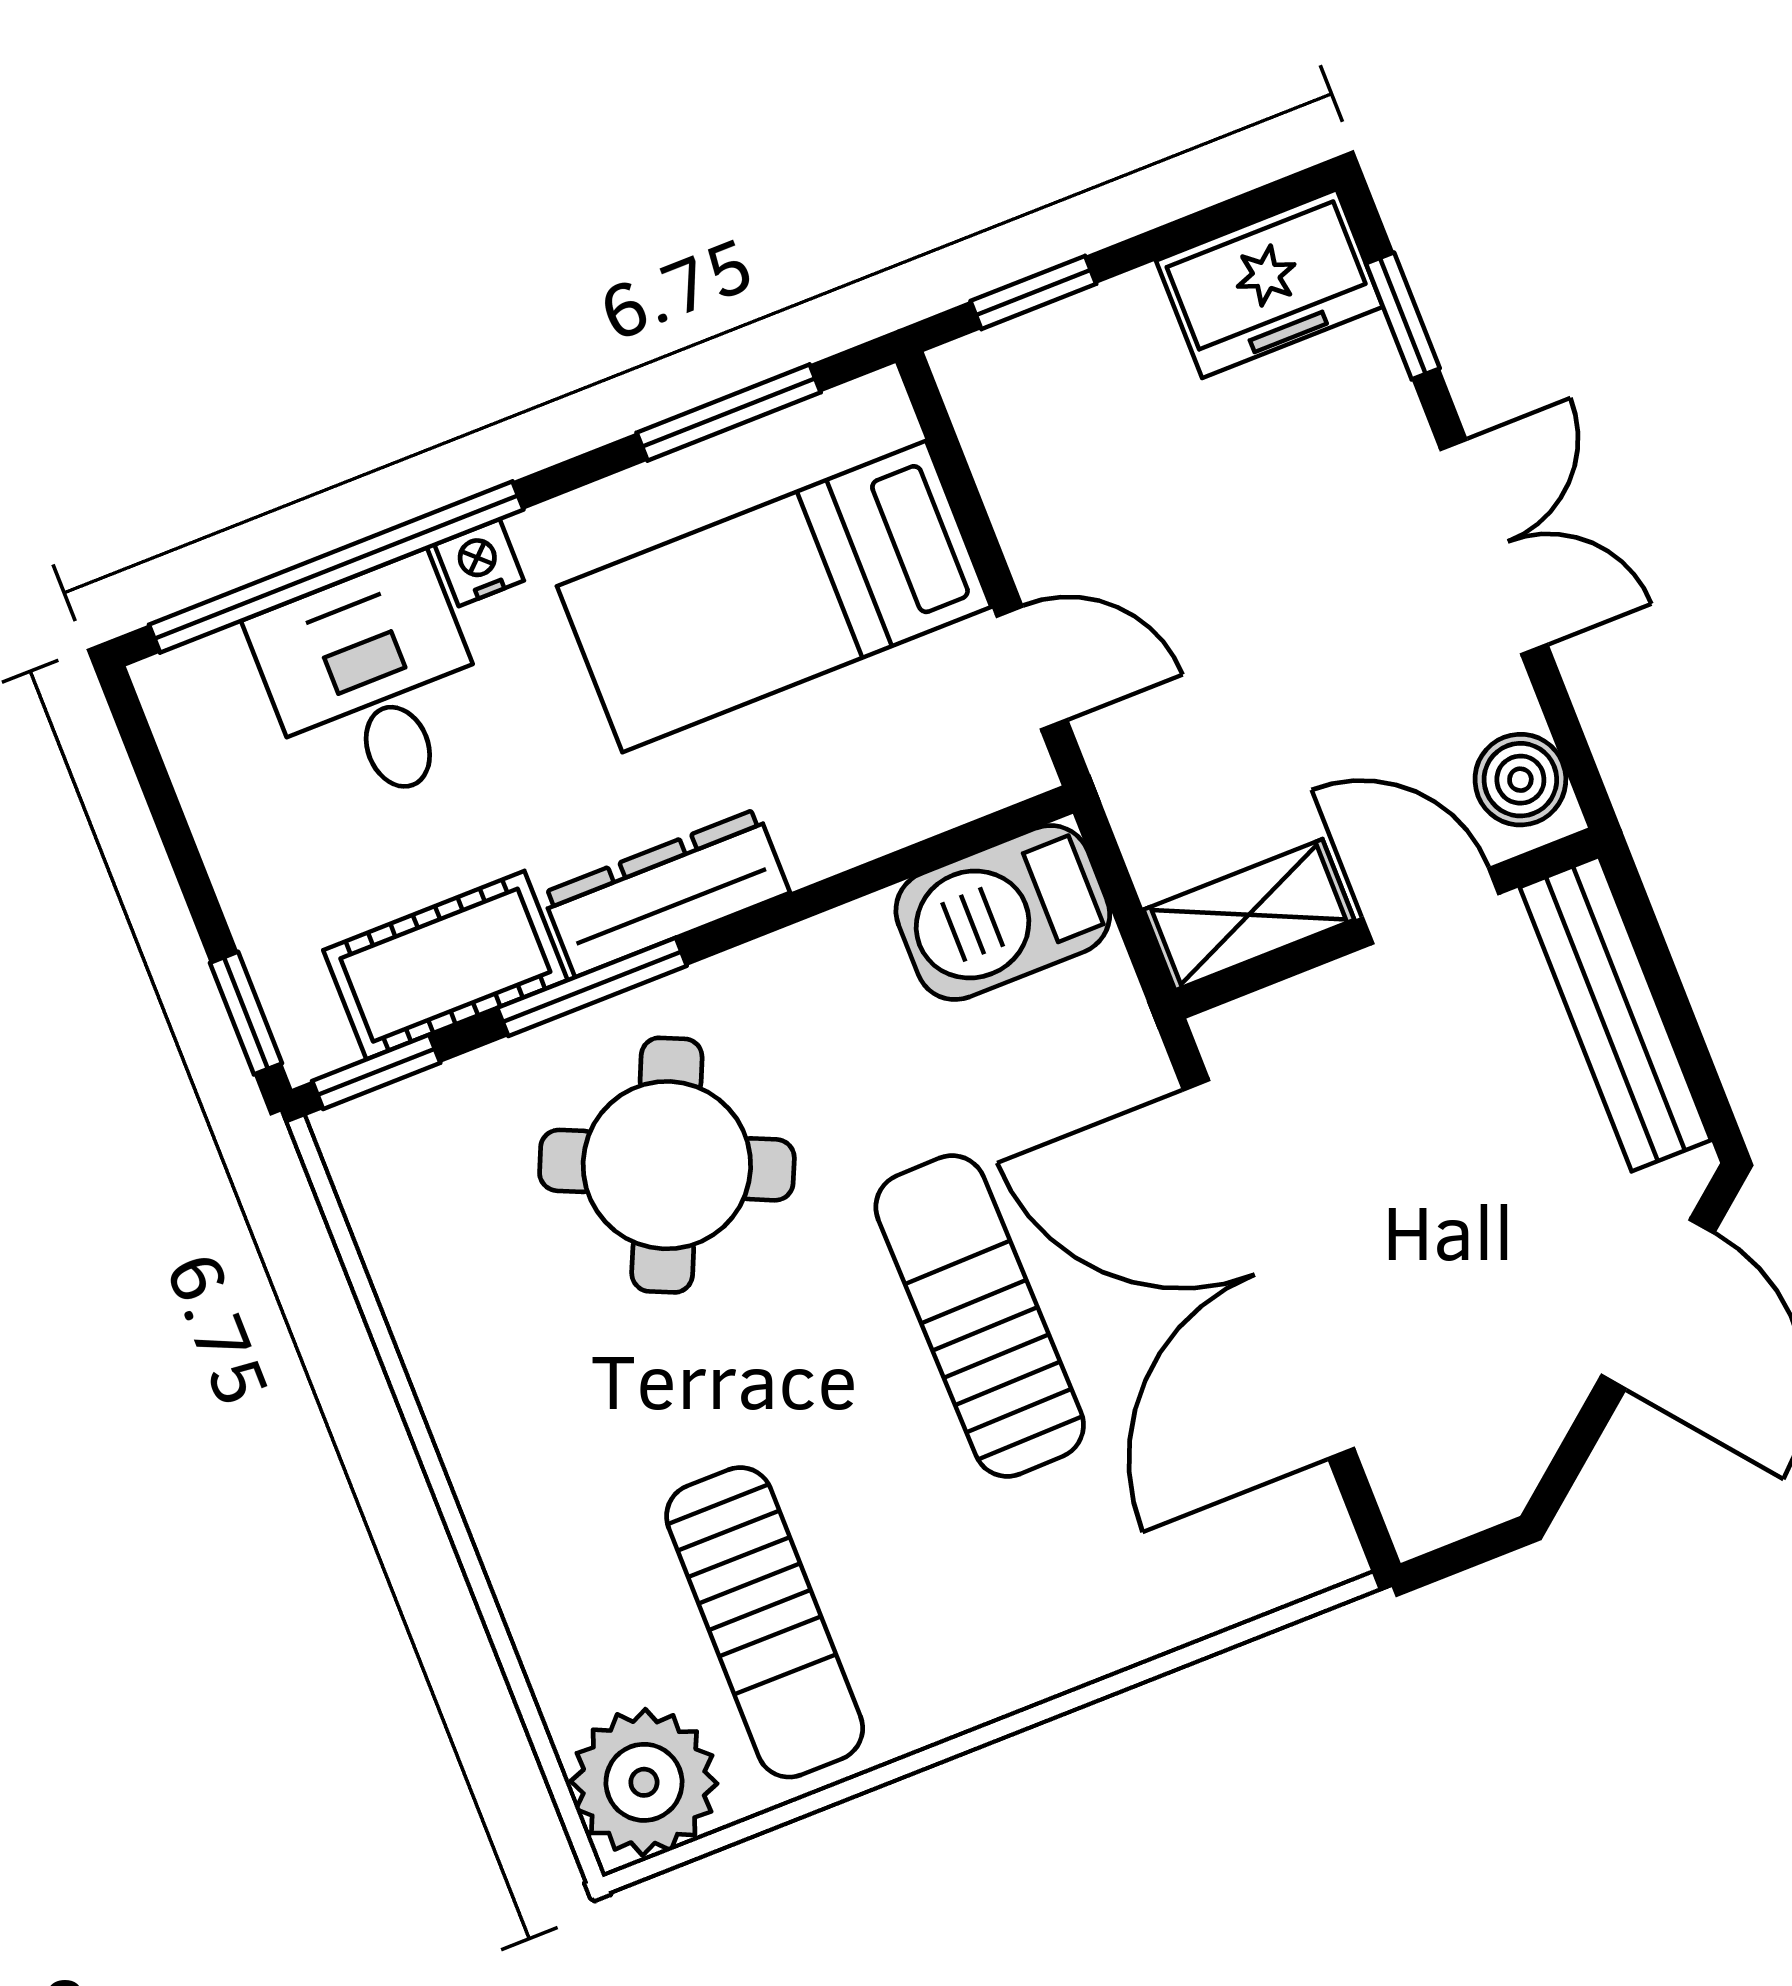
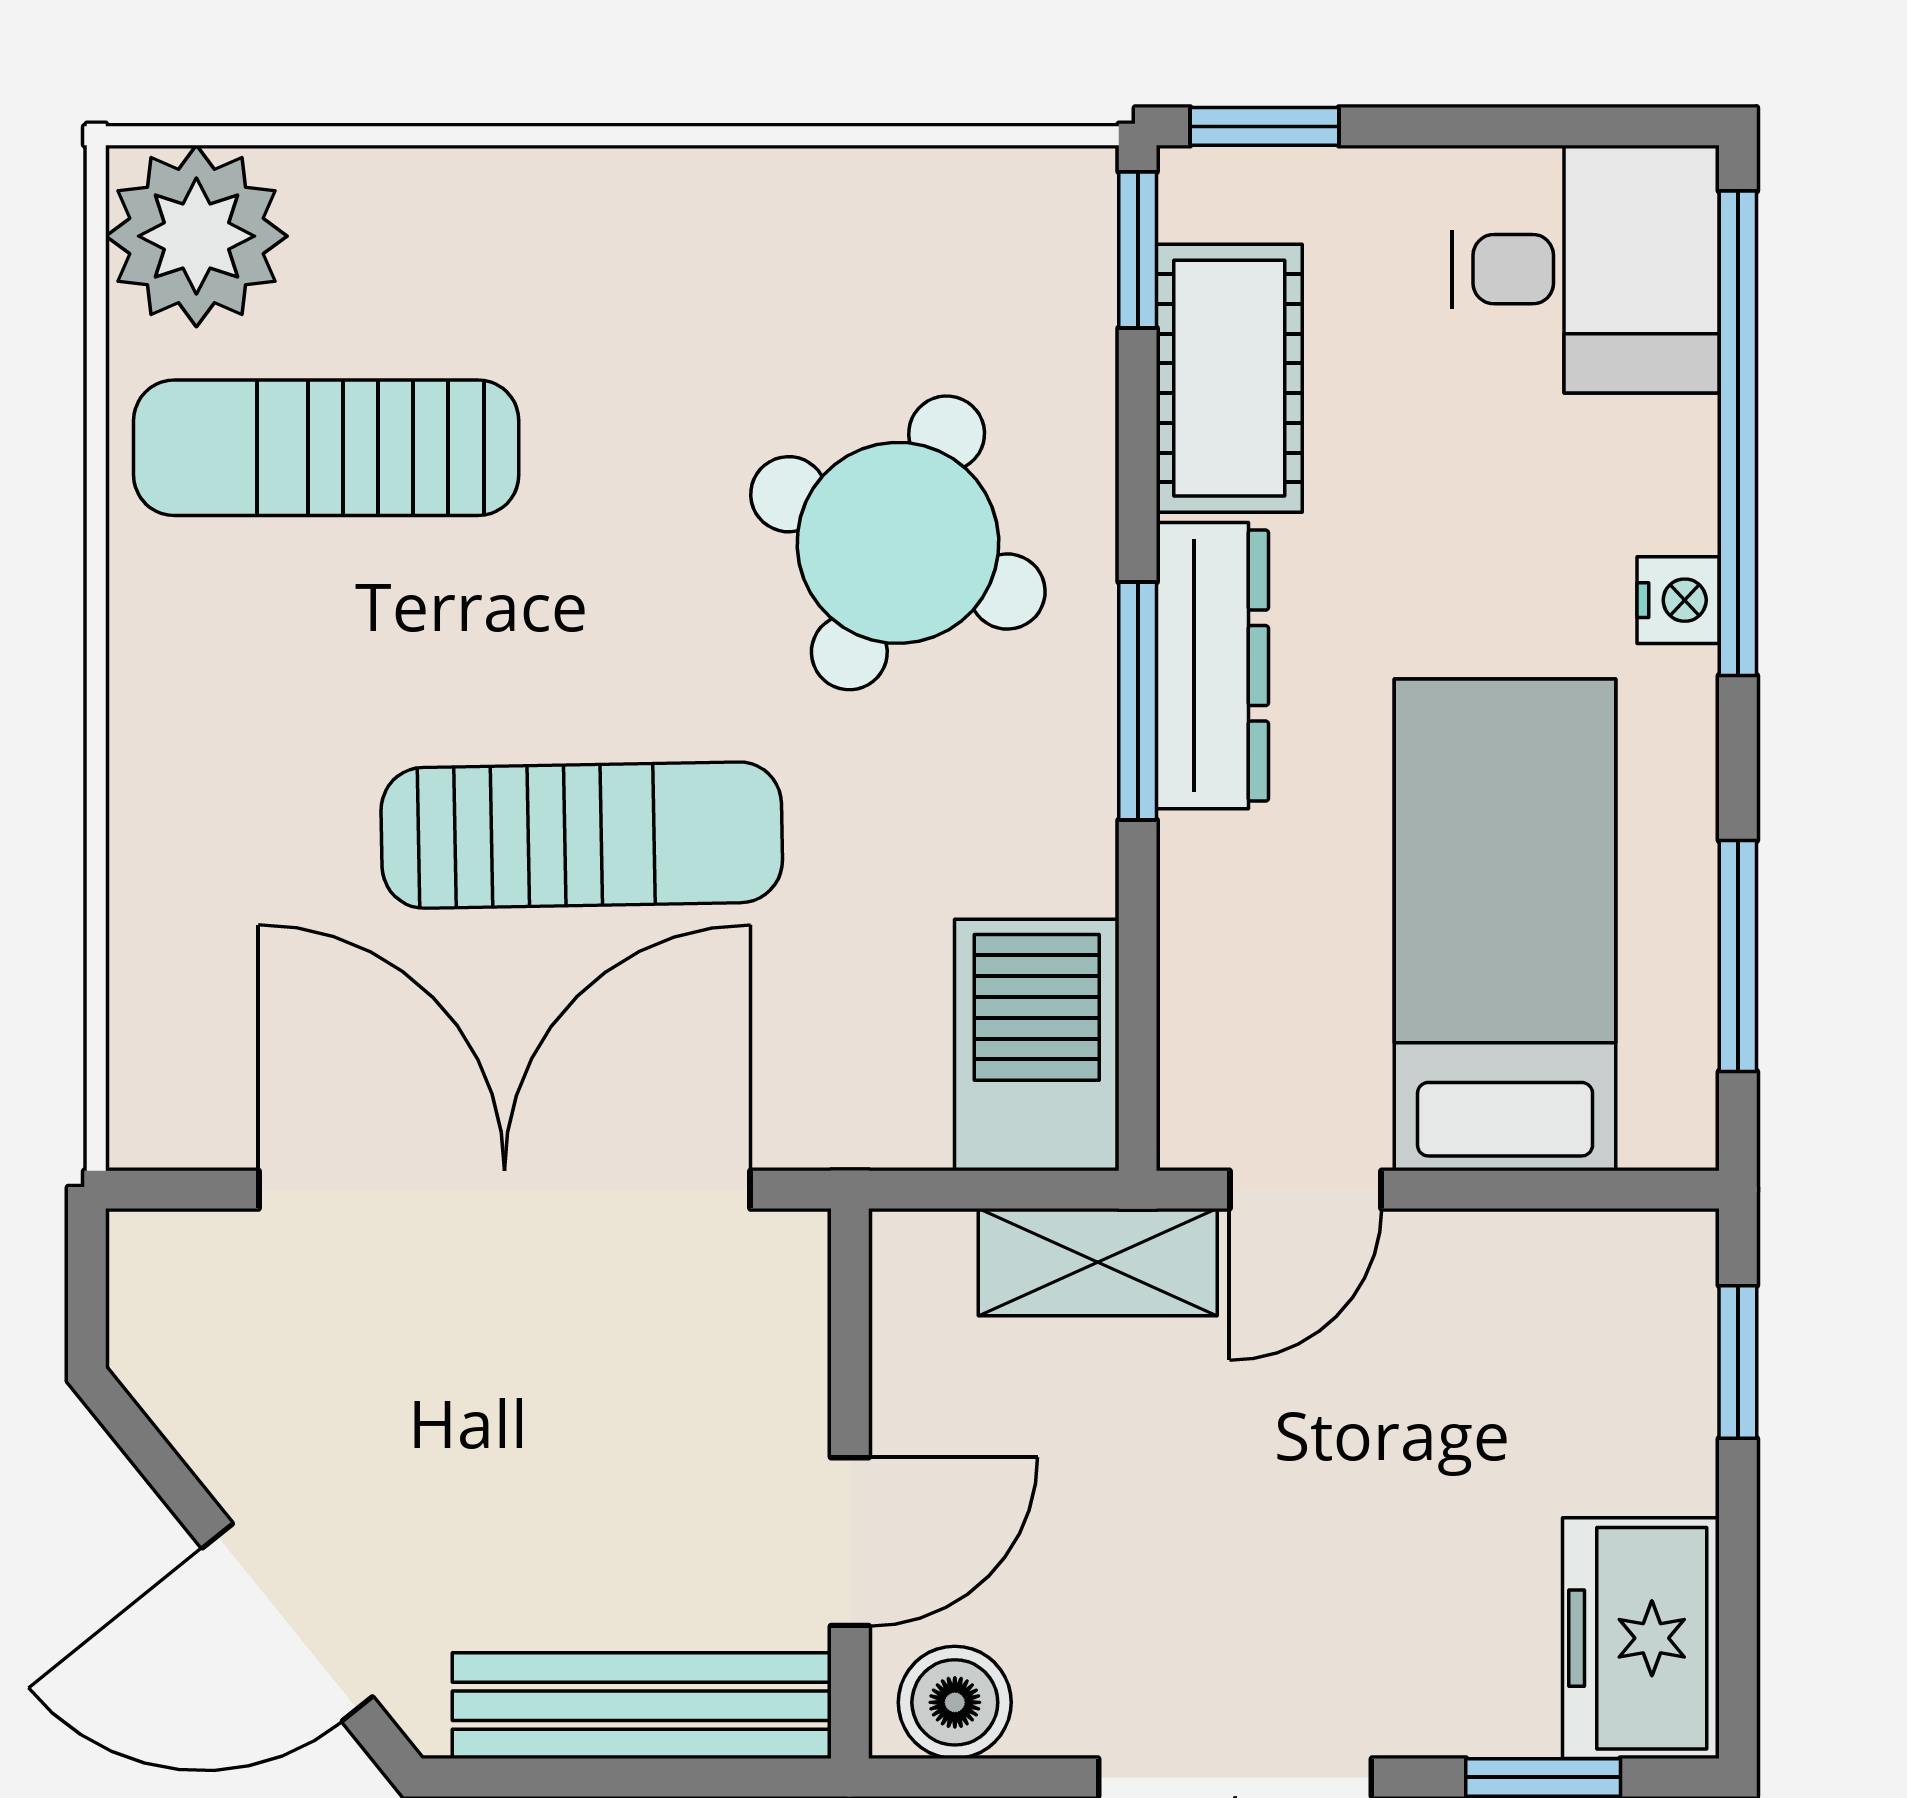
desk: (373, 685) -> (1585, 269), moved
shelving: (1249, 915) -> (1098, 1262), moved, turned 90
window: (592, 987) -> (1138, 701), moved

